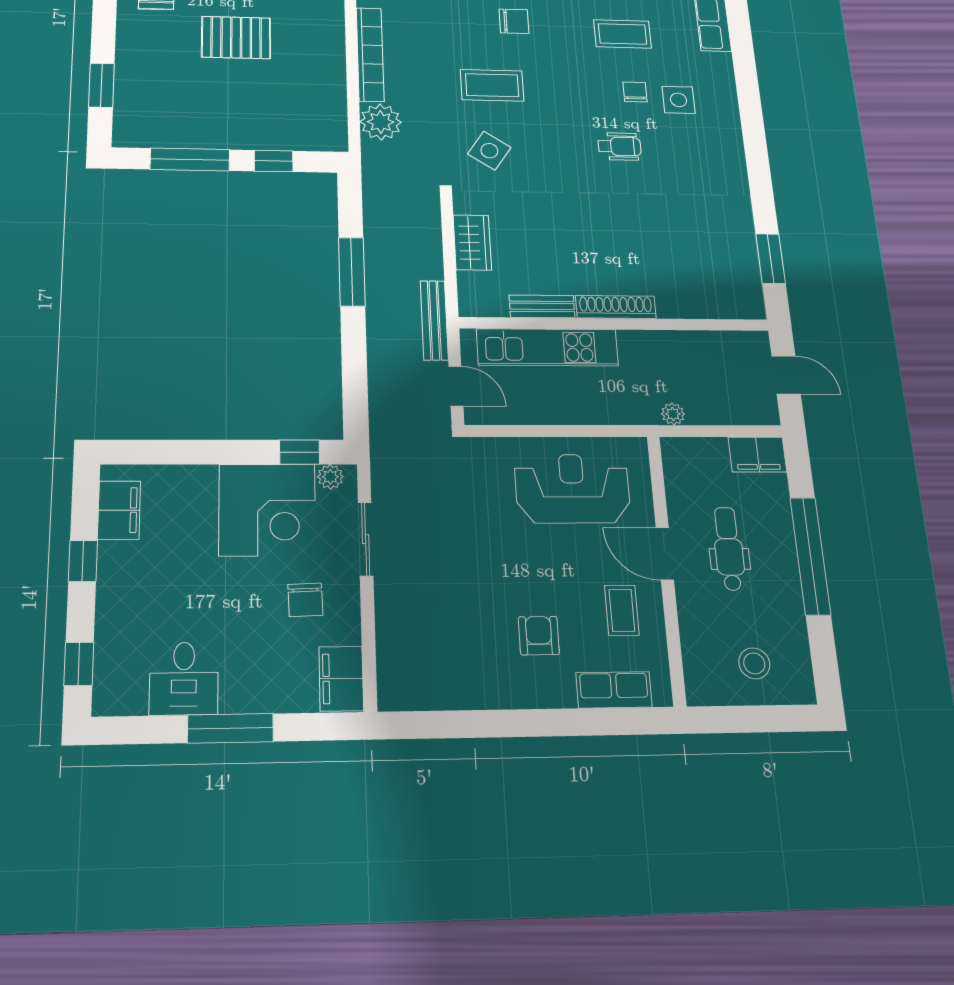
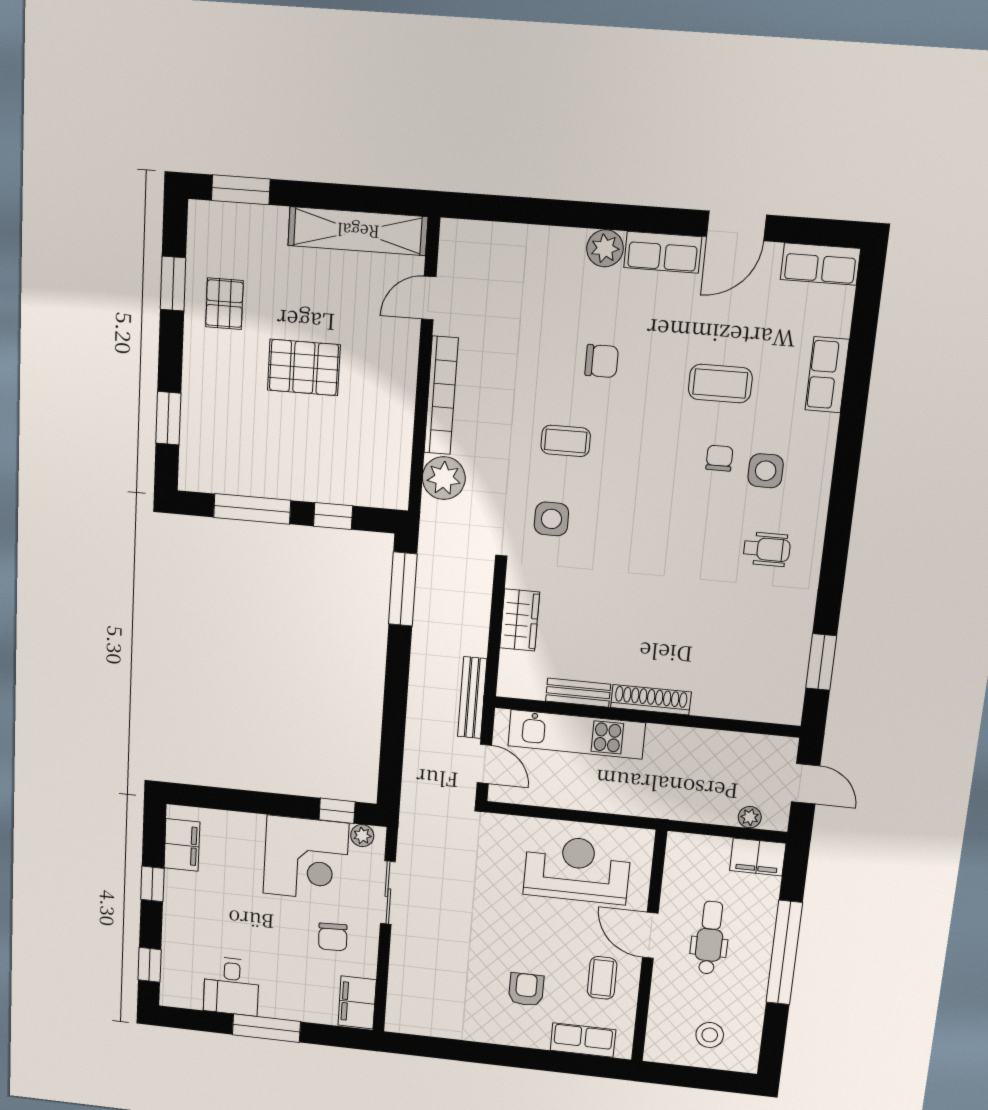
coffee table: (492, 85) -> (566, 441), width x0.73, depth x0.77
wheelchair: (619, 146) -> (767, 549), moved
side table: (489, 151) -> (551, 519), turned -34
window: (352, 272) -> (403, 589), moved
plant: (673, 414) -> (750, 817), moved

